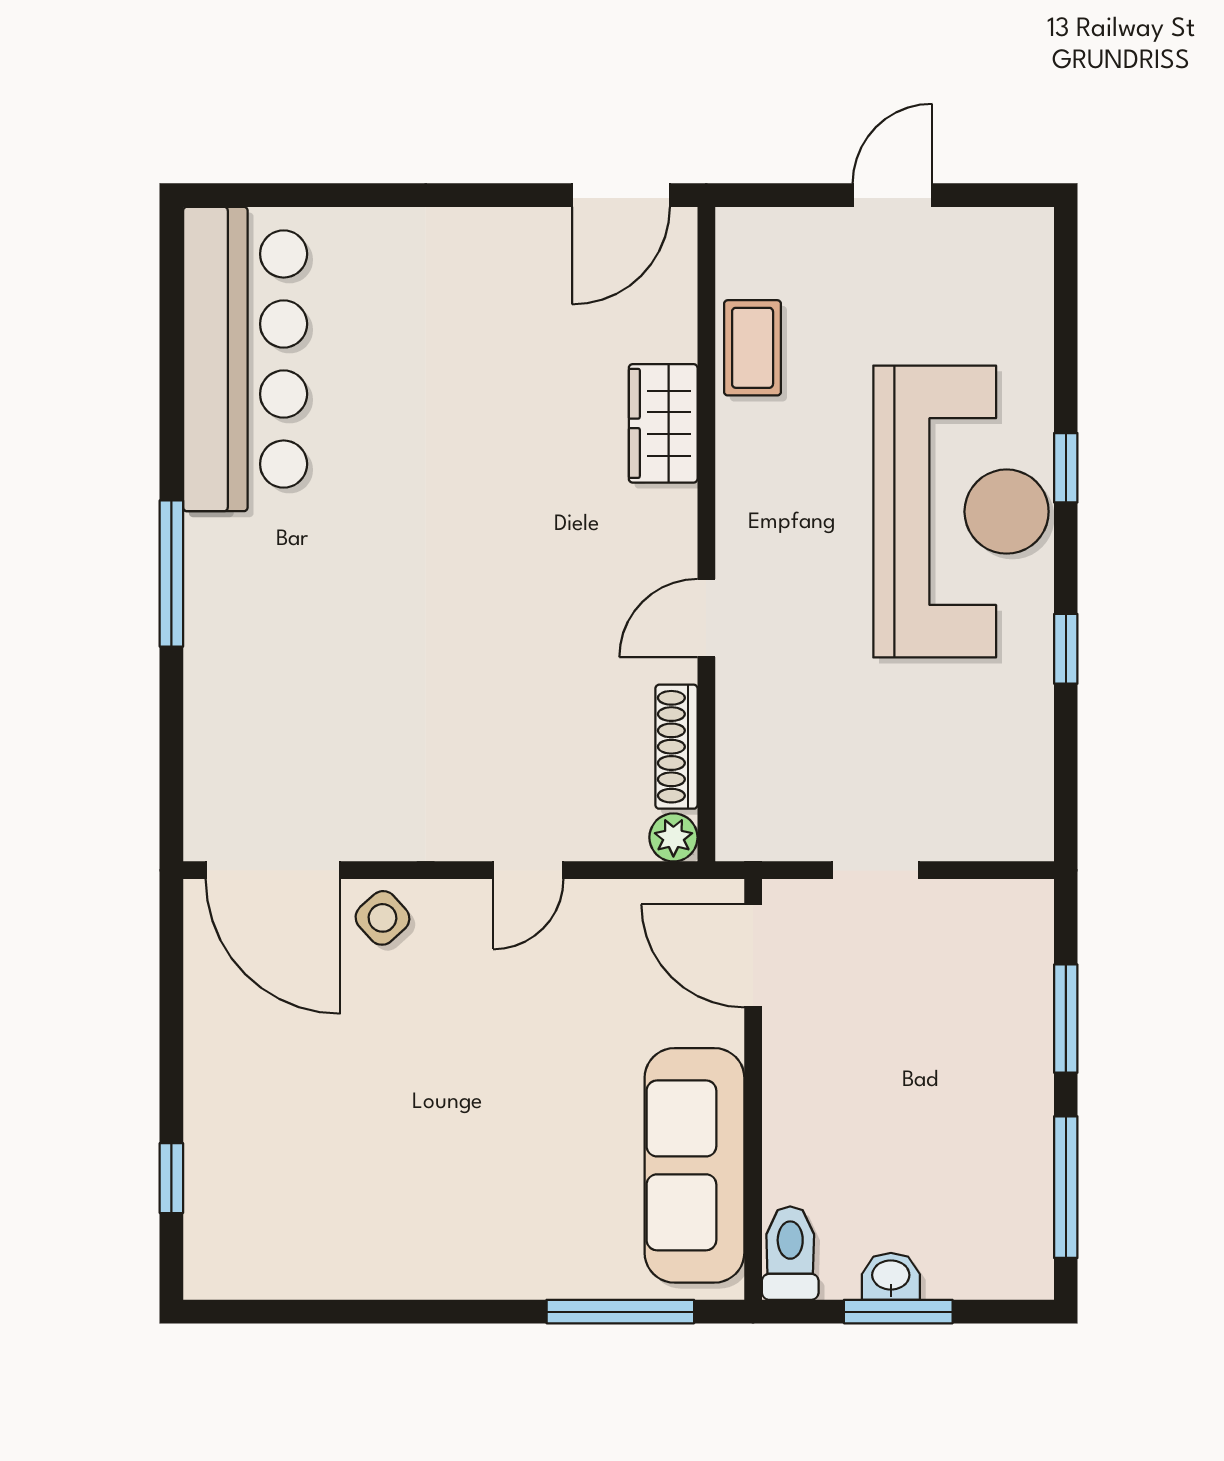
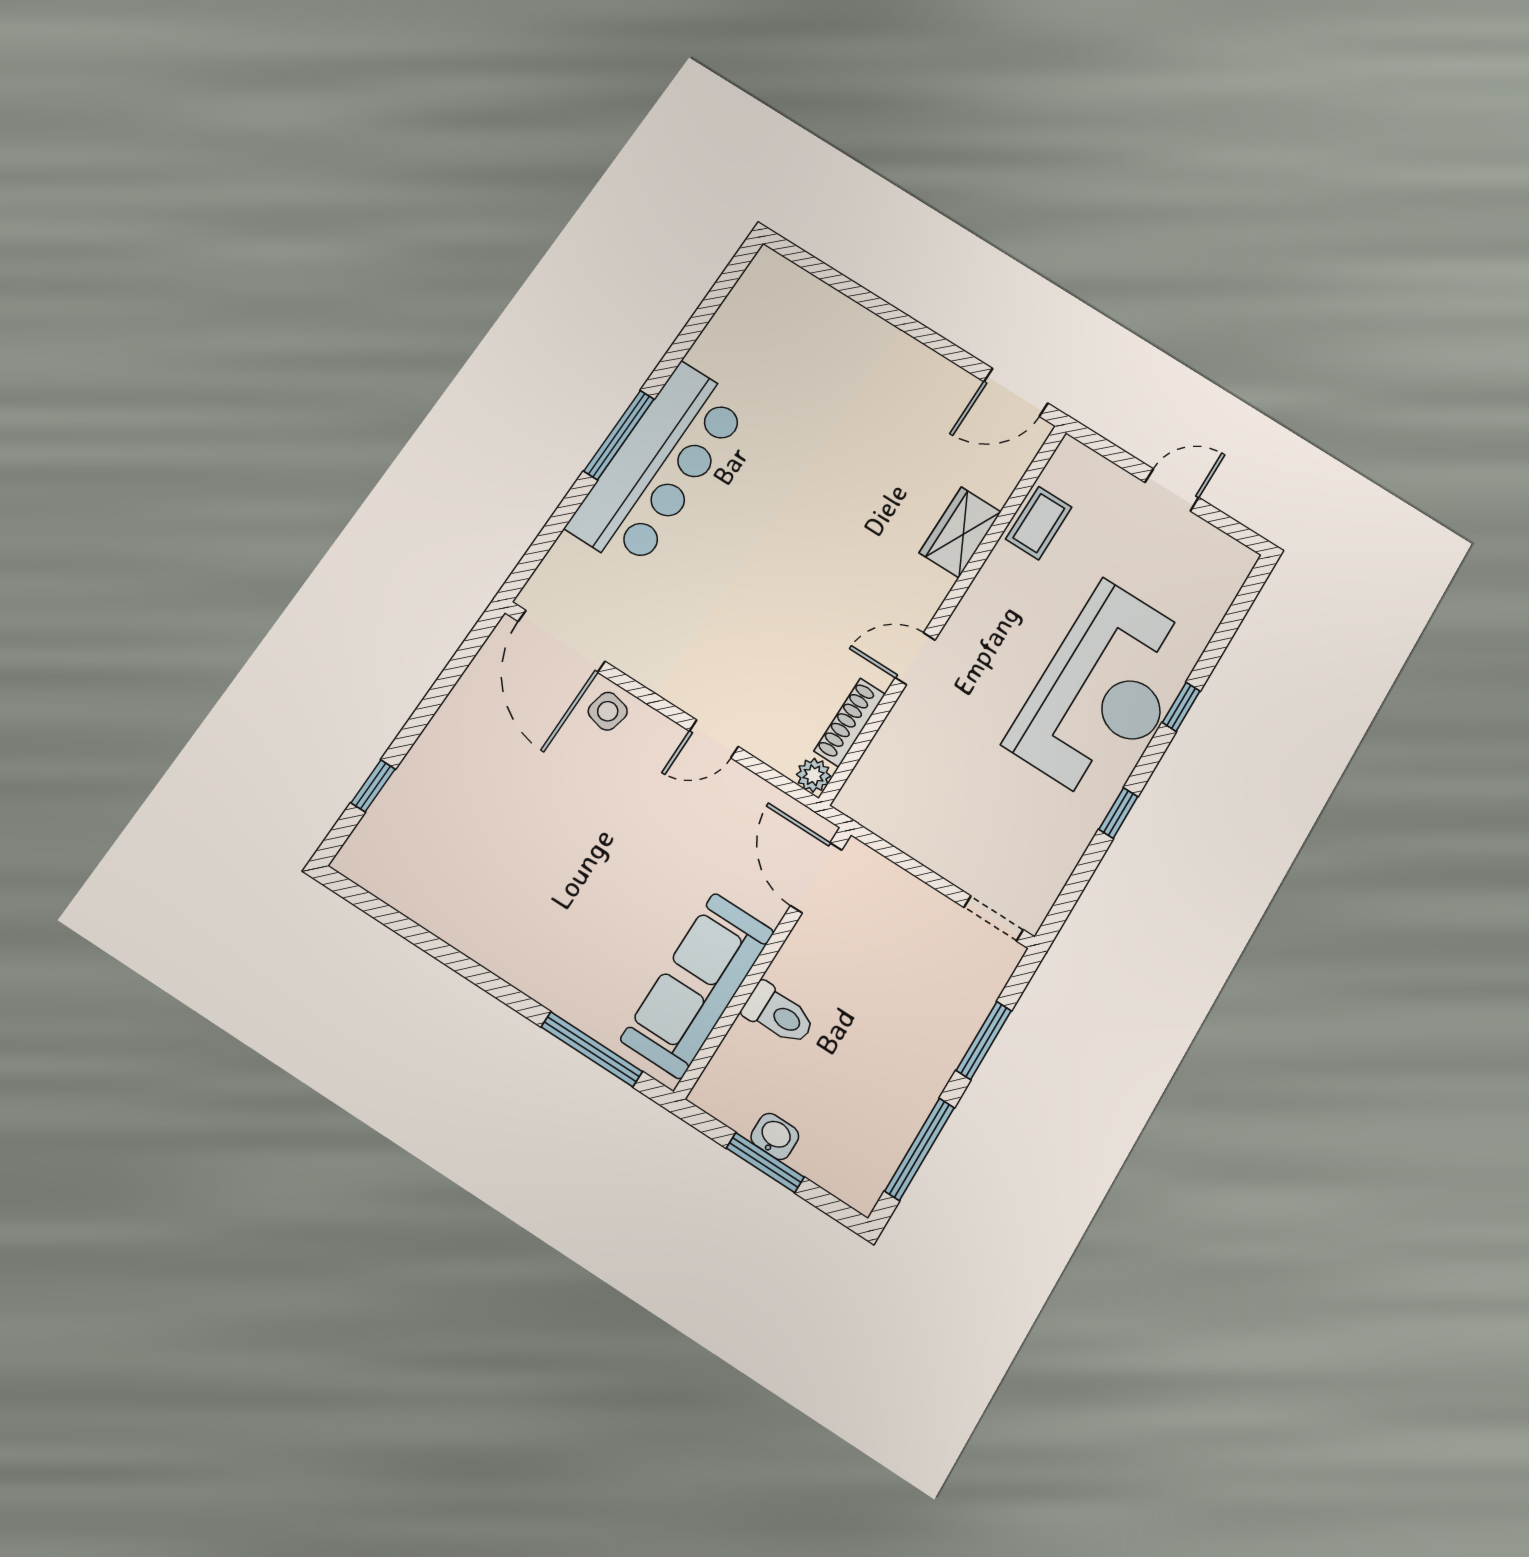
bar counter: (245, 359) -> (659, 466), moved
doorway: (875, 870) -> (994, 918), moved
side table: (382, 918) -> (608, 711), turned -35
toilet: (790, 1253) -> (779, 1014), moved, turned 90

